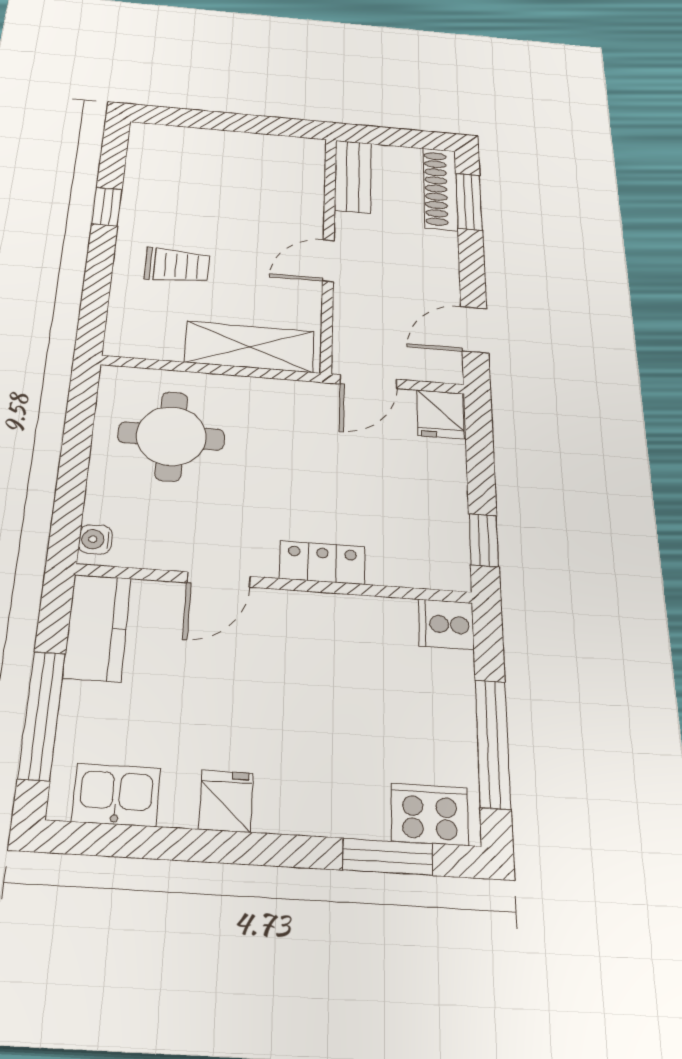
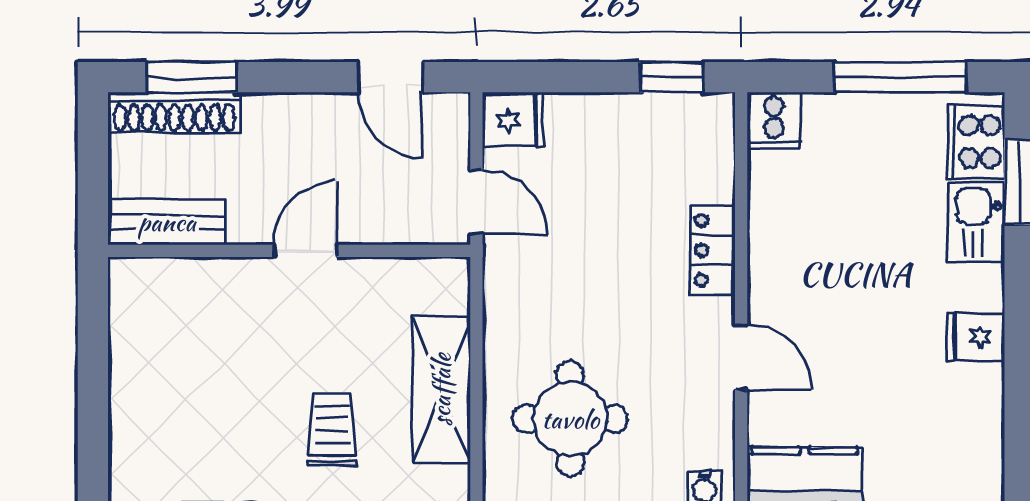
door: (328, 261) -> (305, 251), swing flipped
shelving: (250, 347) -> (441, 390), moved
kitchen sink: (116, 795) -> (976, 222), moved

